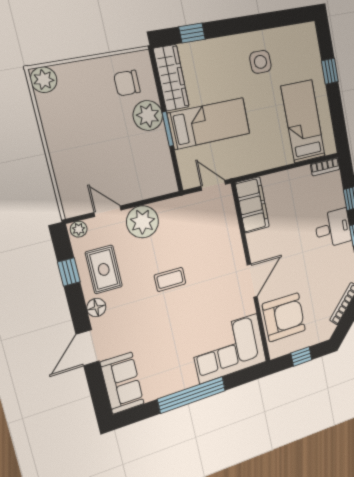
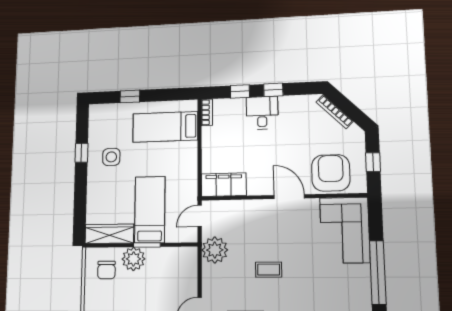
window: (192, 33) -> (81, 153), moved
plant: (142, 222) -> (215, 250), moved
coffee table: (170, 279) -> (269, 270), turned 90

